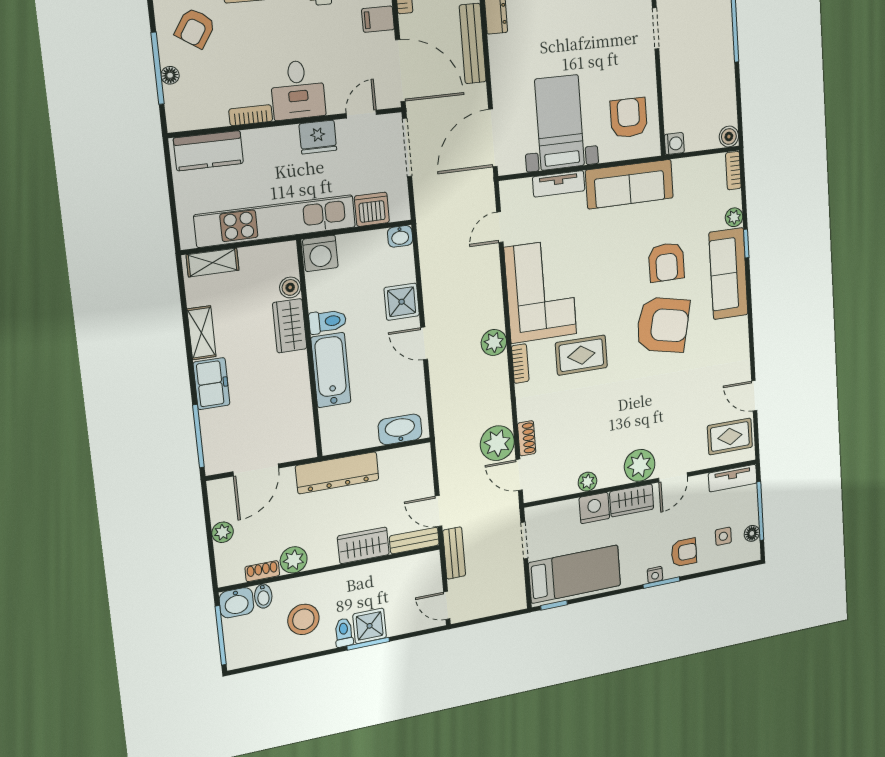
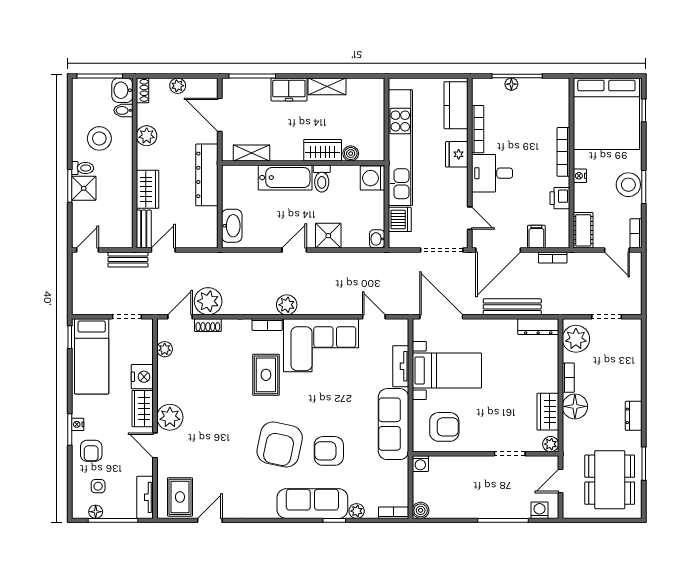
armchair: (195, 28) -> (542, 105), removed
bookcase: (251, 115) -> (478, 129), width x1.56
fridge: (318, 137) -> (457, 154), moved
shelving: (213, 263) -> (252, 153), moved, turned 90
plant: (587, 482) -> (165, 349), moved
shoe rack: (262, 571) -> (143, 90), moved

